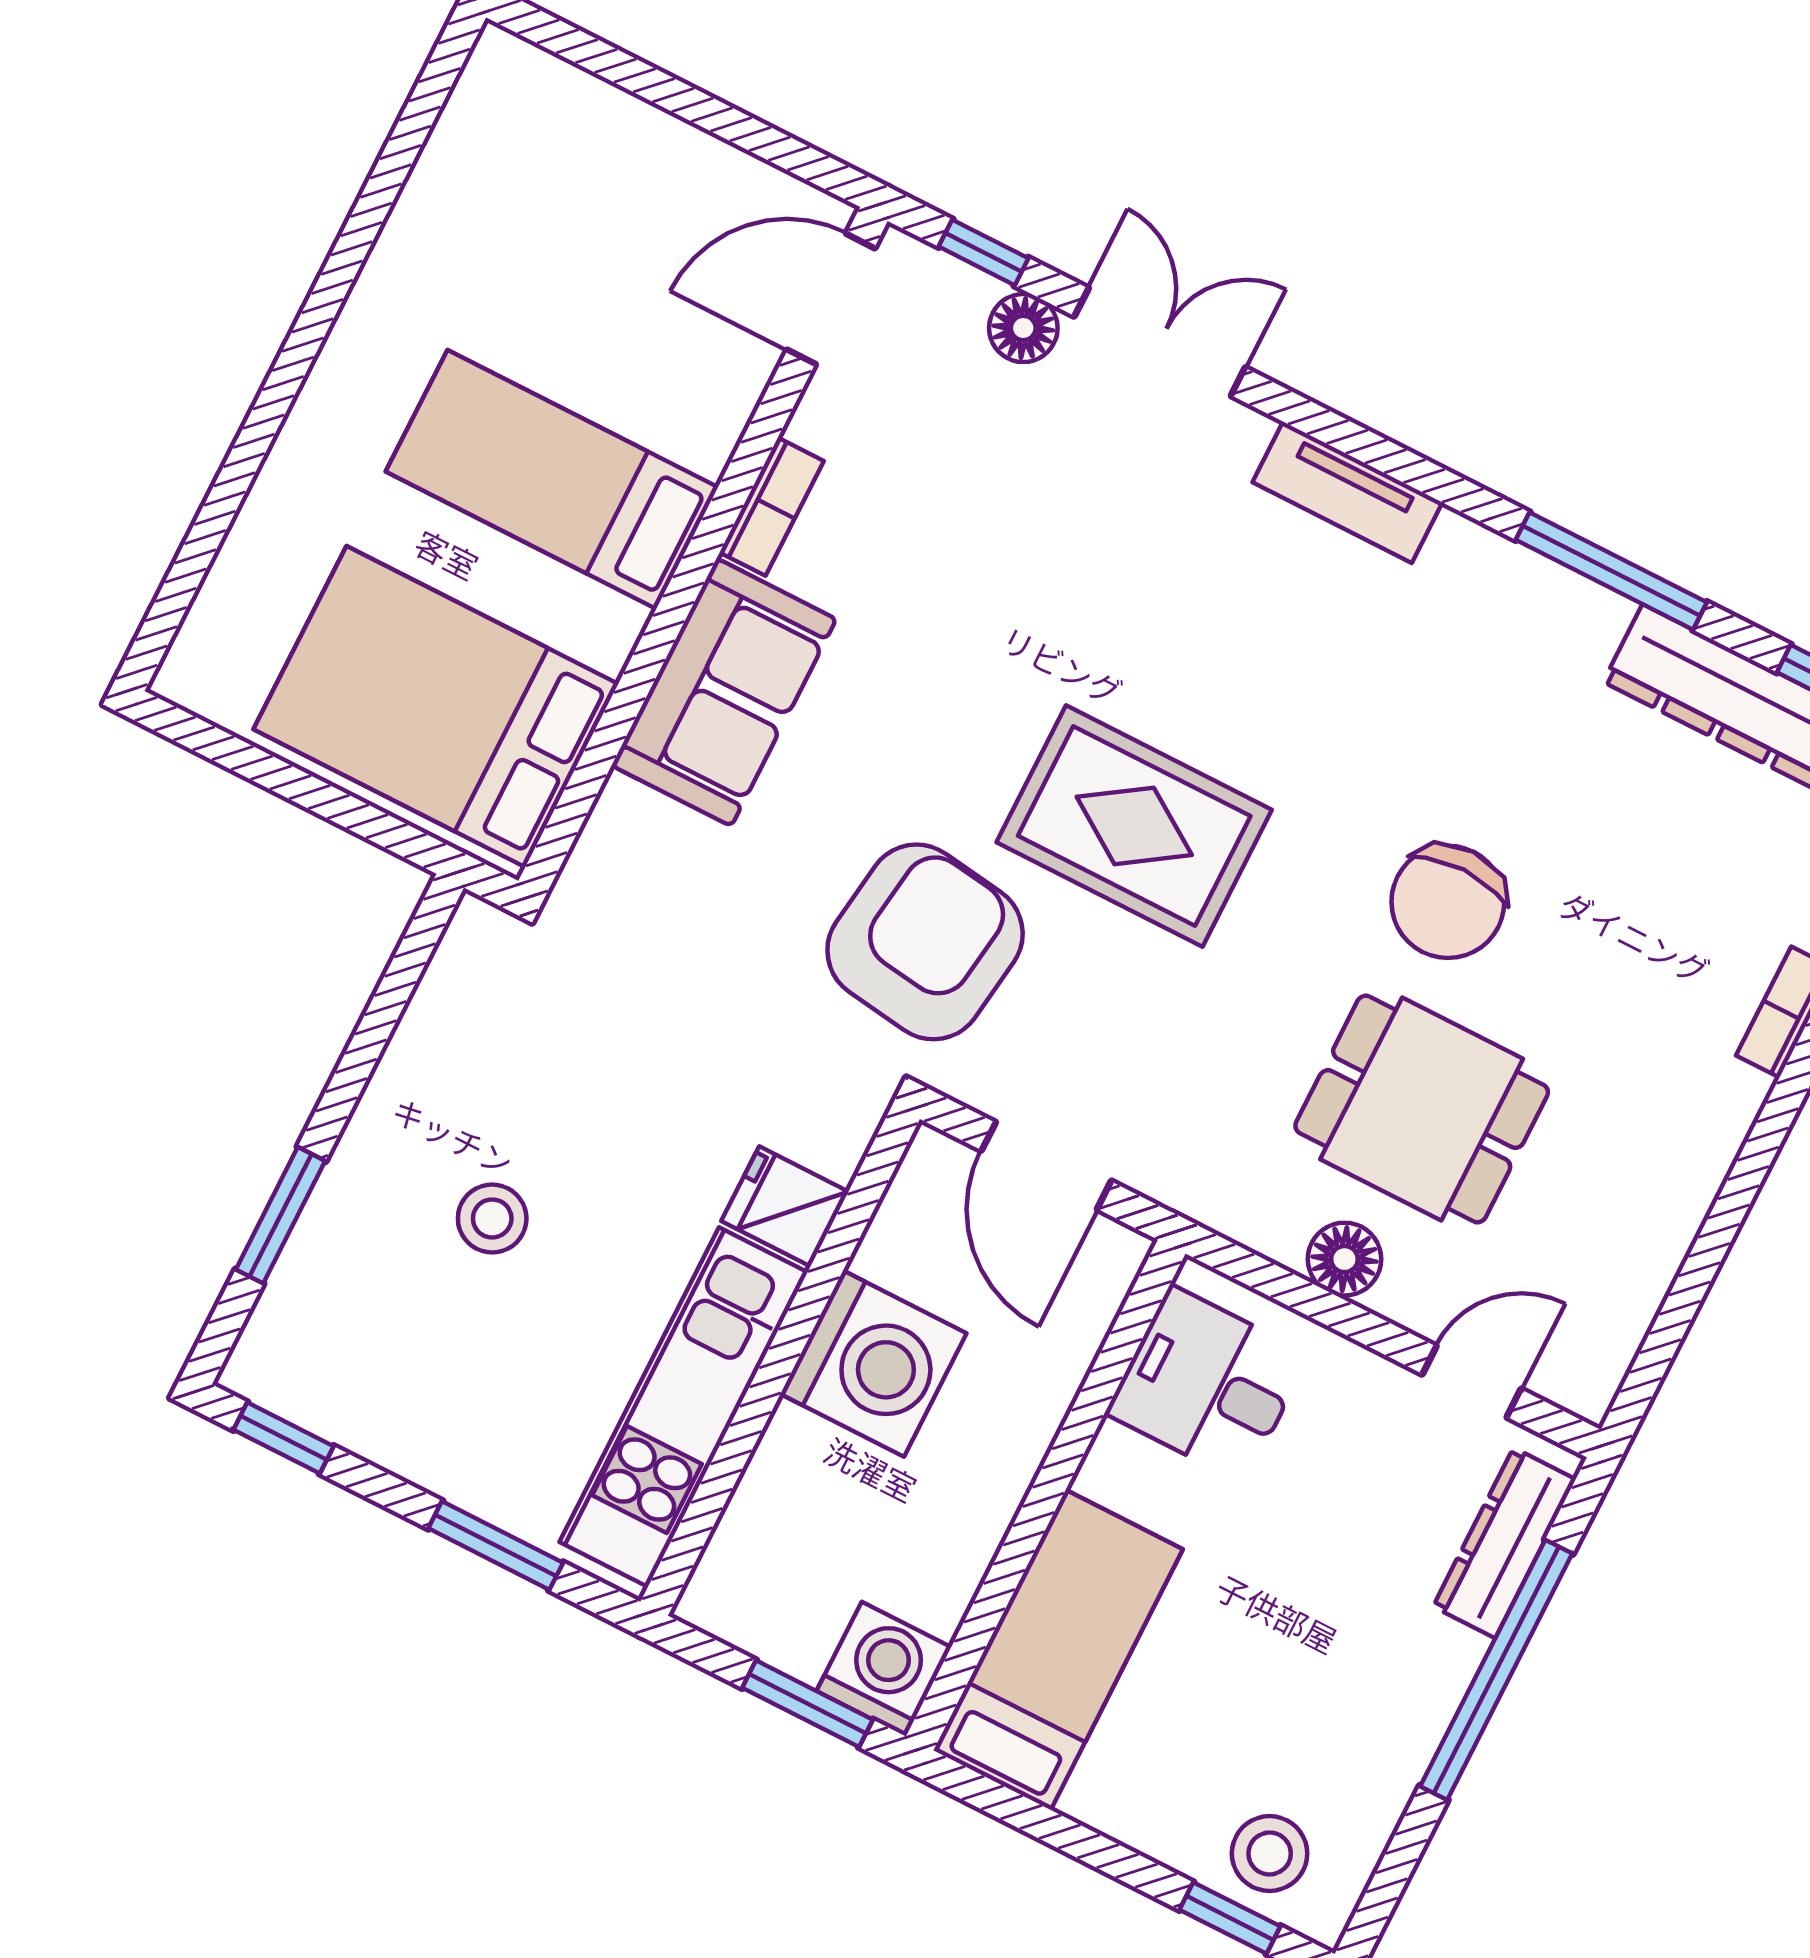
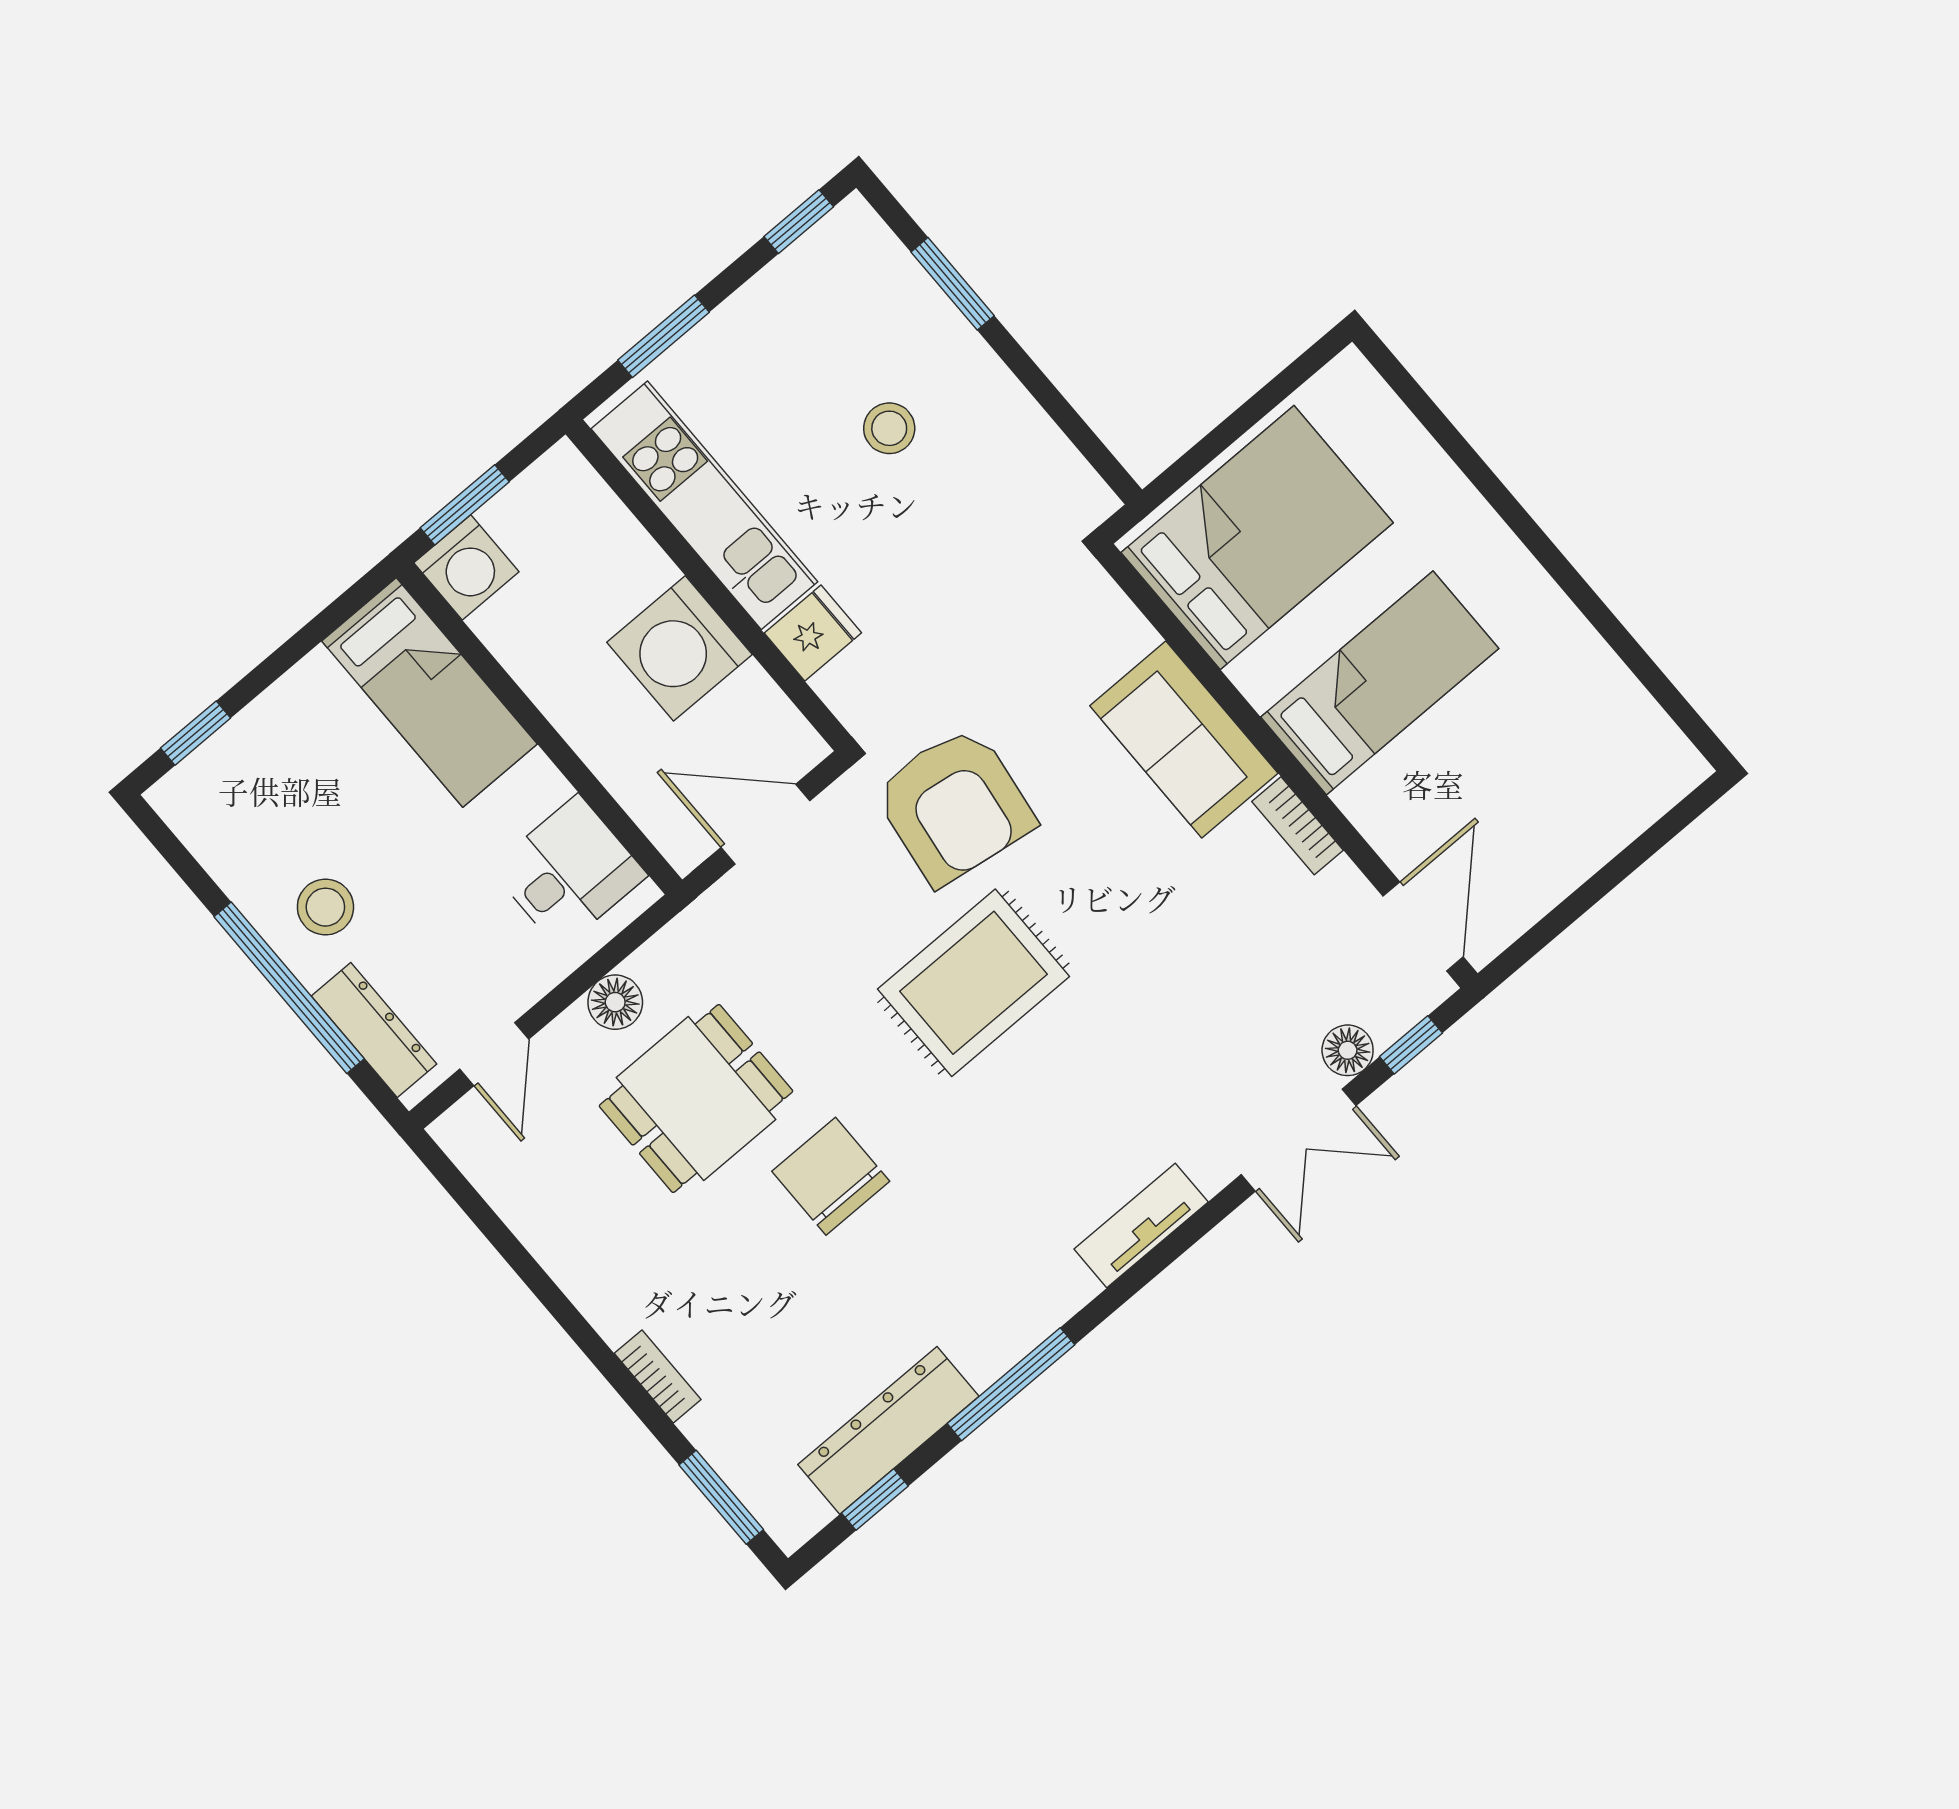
stool: (1270, 1854) -> (325, 907), moved

